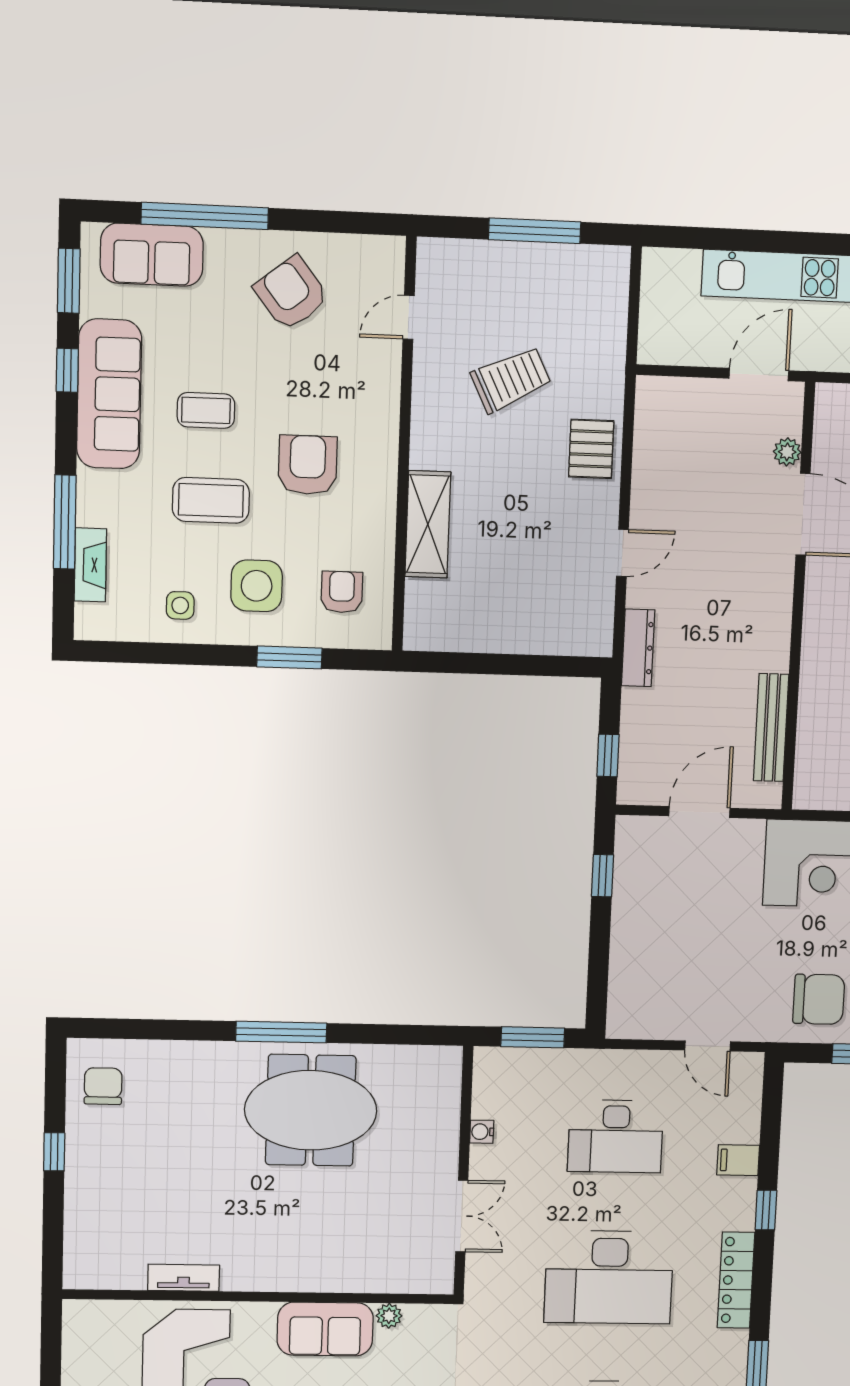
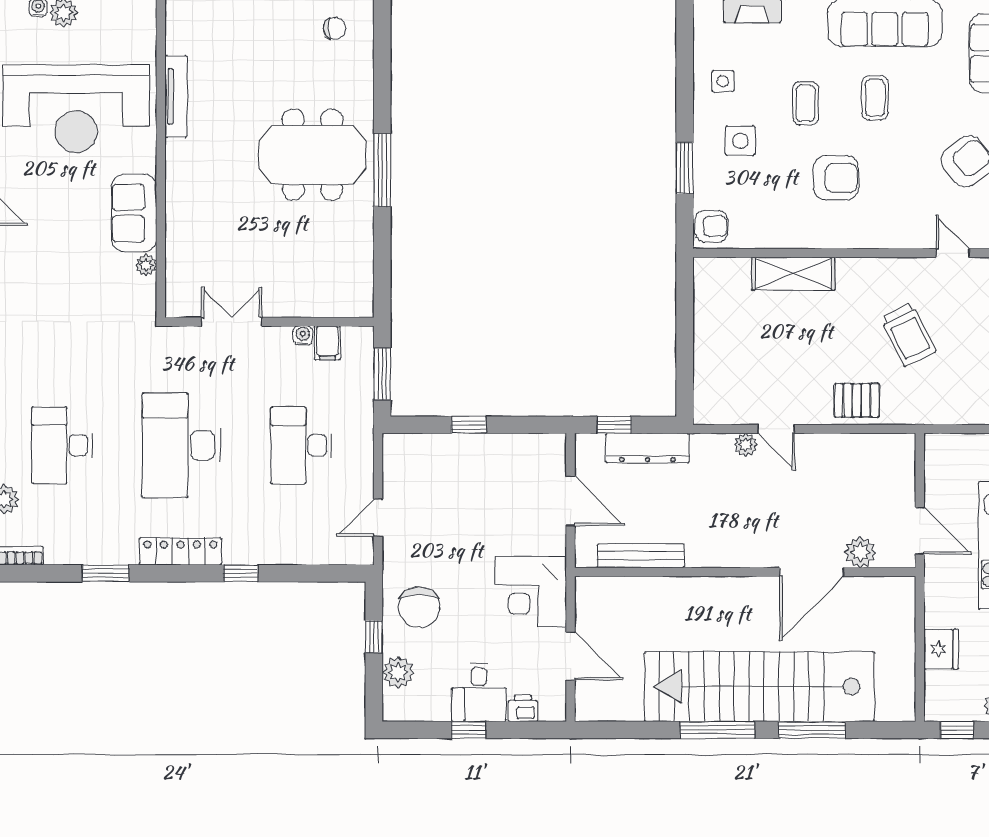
plant: (787, 452) -> (860, 552), width x1.38, depth x1.38
coffee table: (211, 500) -> (806, 103), width x0.73, depth x0.77
side table: (257, 586) -> (740, 141), width x0.73, depth x0.73
armchair: (342, 592) -> (711, 226), moved
plant: (640, 592) -> (746, 445), added
dresser: (638, 648) -> (647, 448), moved, width x1.37, depth x1.24
window: (602, 876) -> (469, 425), moved
chair: (103, 1086) -> (335, 28), width x0.73, depth x0.73
meeting table: (311, 1110) -> (313, 155), moved, turned 90
filing cabinet: (738, 1160) -> (327, 343), moved, turned 180
double door: (462, 1216) -> (232, 322), swing flipped
tv unit: (184, 1278) -> (176, 96), width x1.41

